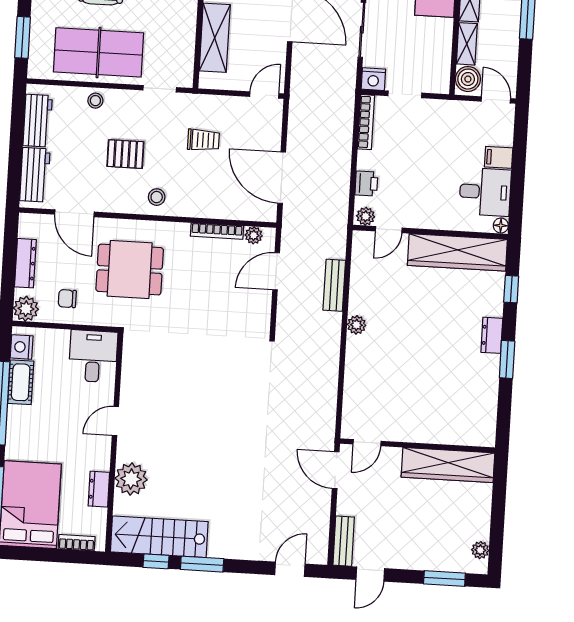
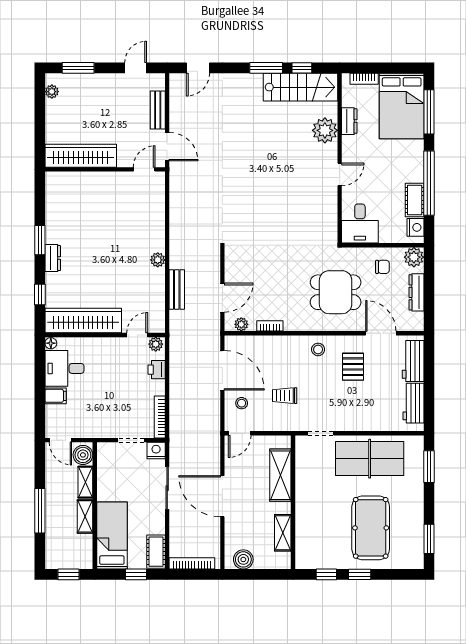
stool: (95, 101) -> (242, 403), moved
pallet: (125, 154) -> (353, 367), moved, turned 90
bookcase: (217, 231) -> (270, 326), width x0.64
bench: (344, 541) -> (158, 110), moved

